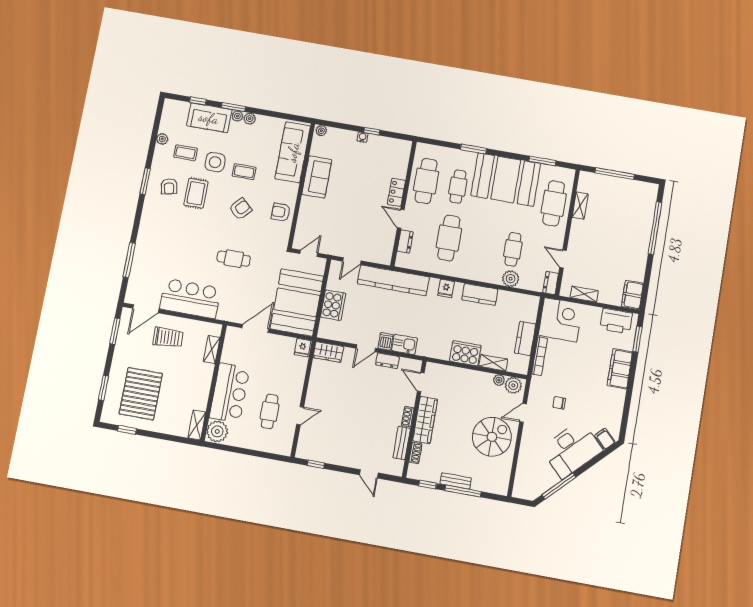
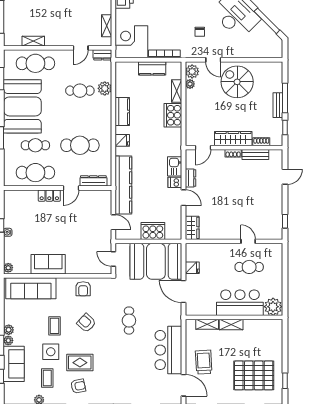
dresser: (405, 242) -> (93, 181), width x1.44
fridge: (302, 348) -> (192, 268), moved
shelving: (197, 425) -> (231, 324), moved

